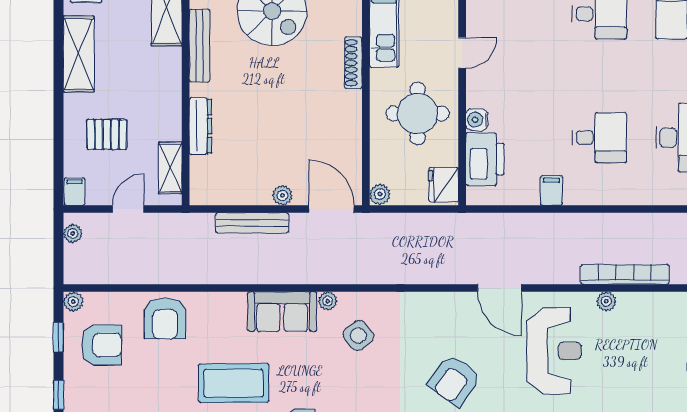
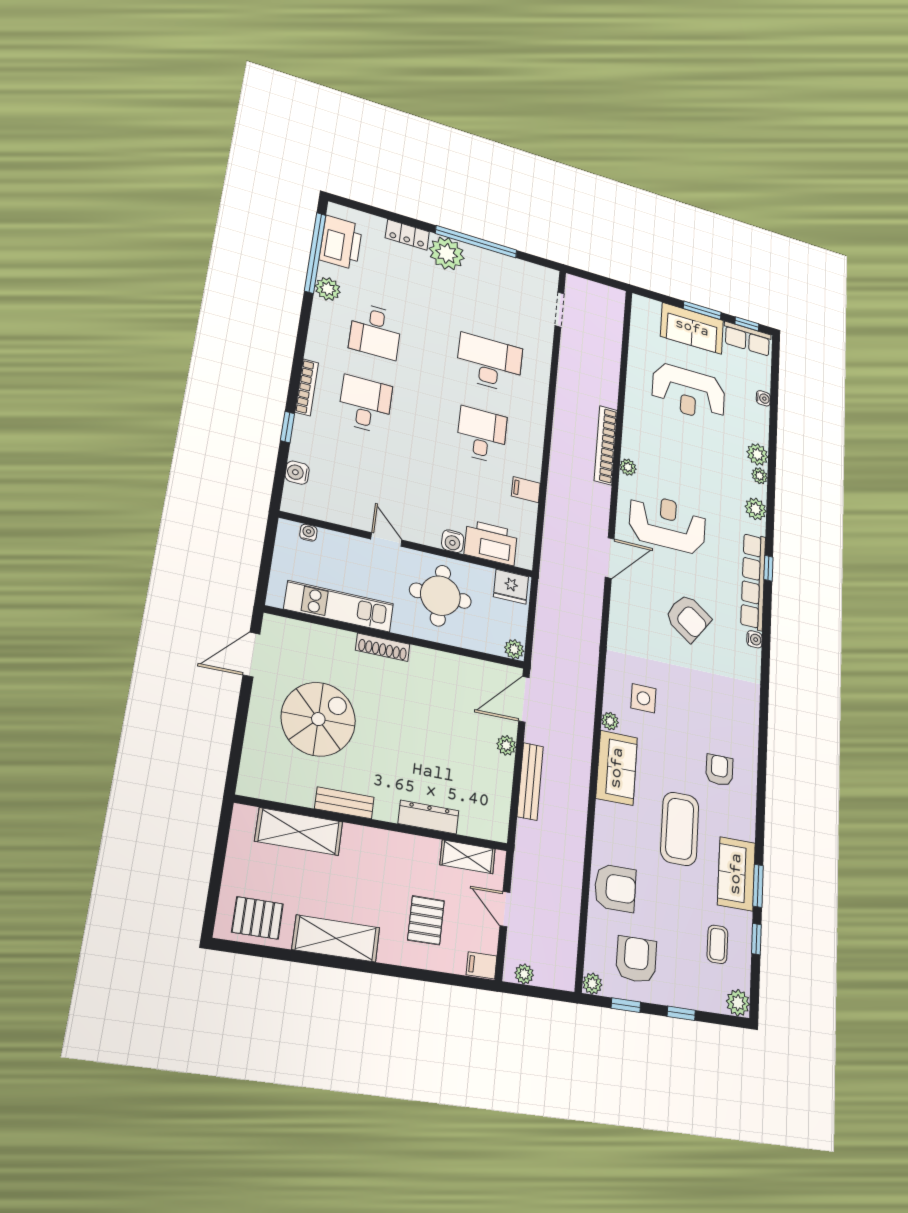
bench: (200, 46) -> (344, 803), width x0.73
side table: (358, 336) -> (643, 698), turned 38

